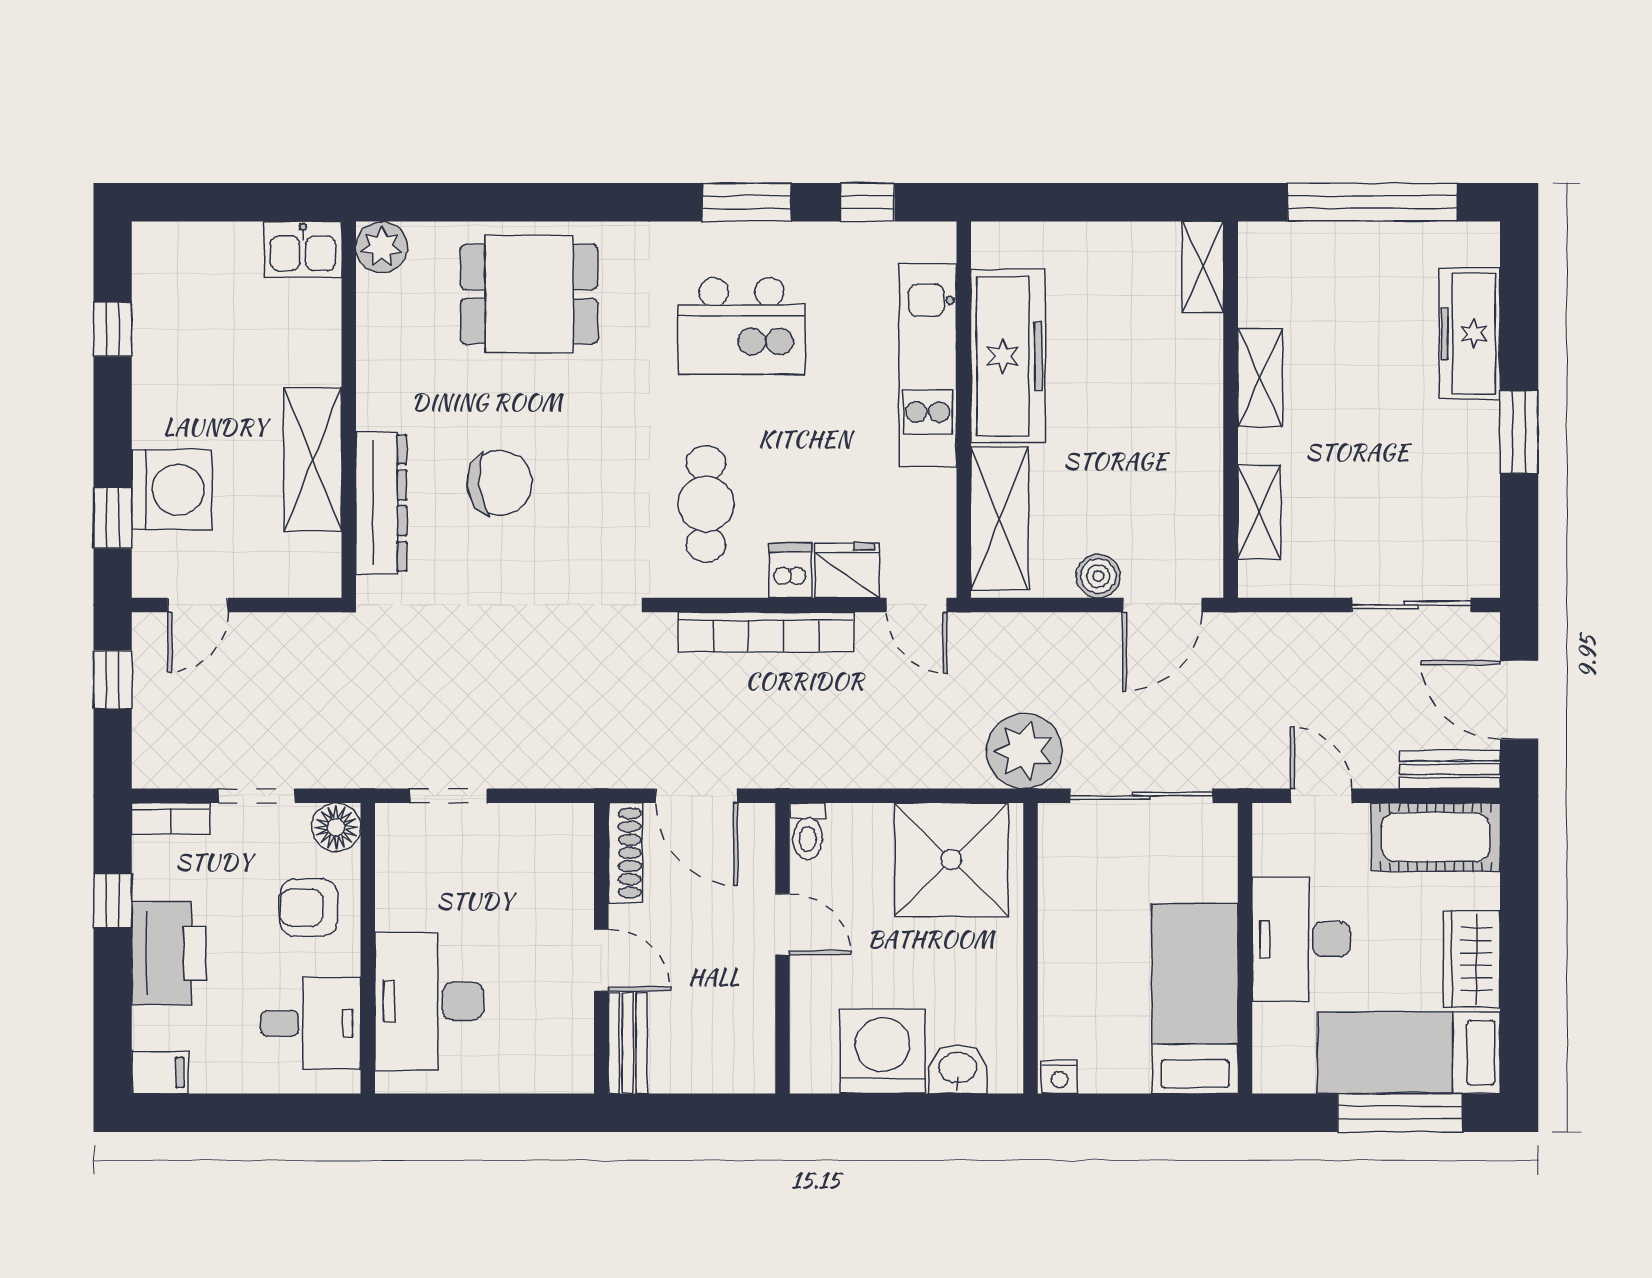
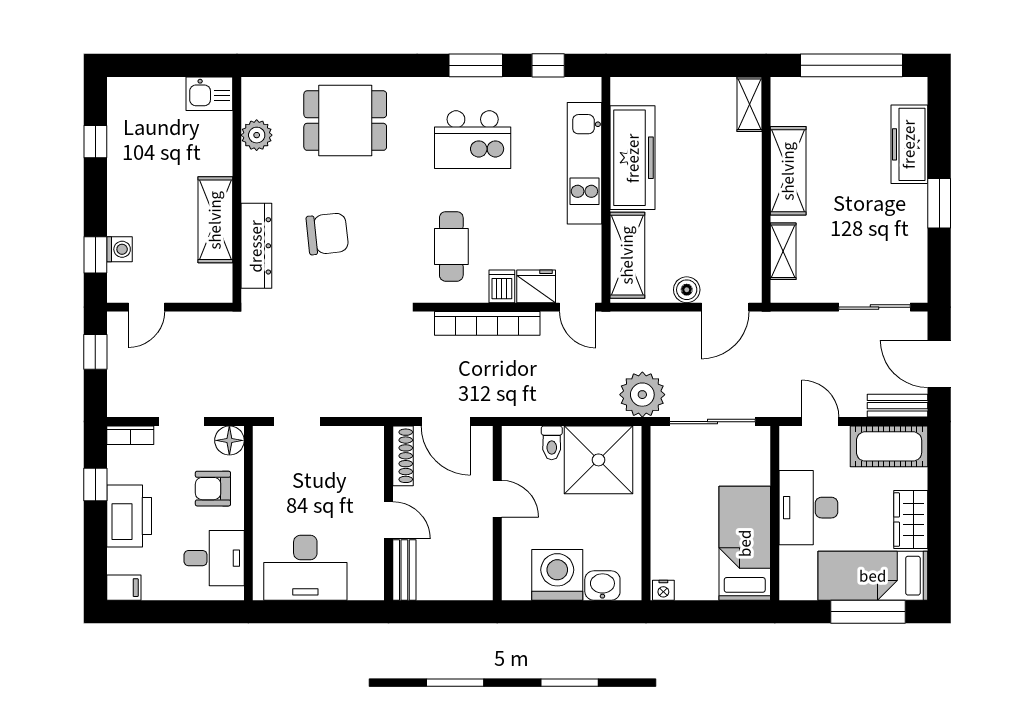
plant: (382, 247) -> (257, 135), moved
shelving: (1260, 378) -> (788, 171), width x1.50, depth x1.33
washing machine: (172, 490) -> (119, 249), width x0.53, depth x0.53
toilet: (808, 831) -> (552, 443), moved
desk: (429, 1001) -> (305, 568), moved, turned -90

